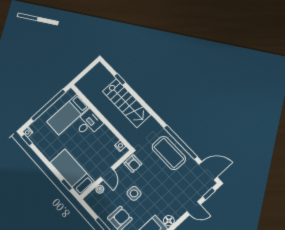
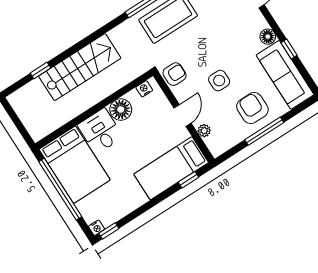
bed: (68, 114) -> (75, 165), width x1.50
floor lamp: (104, 133) -> (121, 109), added
door: (107, 174) -> (183, 115), hinge flipped

